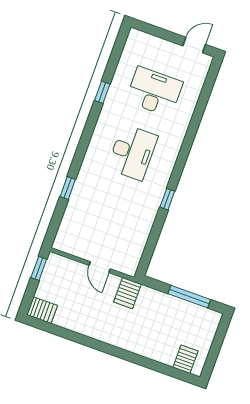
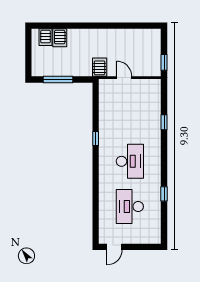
desk: (154, 92) -> (130, 207), turned 90
desk: (132, 152) -> (130, 161), turned 180
server rack: (42, 310) -> (60, 38), moved, turned -90

